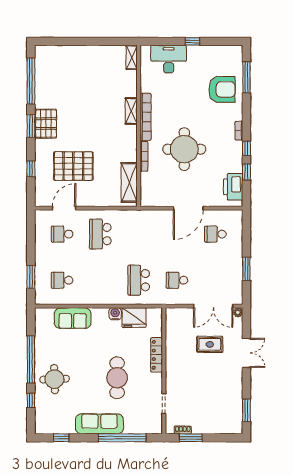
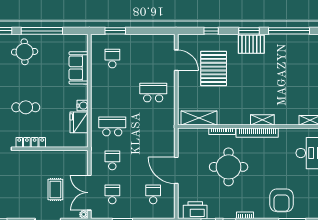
school desk: (62, 234) -> (112, 194), moved
locker: (157, 355) -> (31, 142), moved
cafe table: (117, 378) -> (26, 107), width x0.73, depth x0.74

